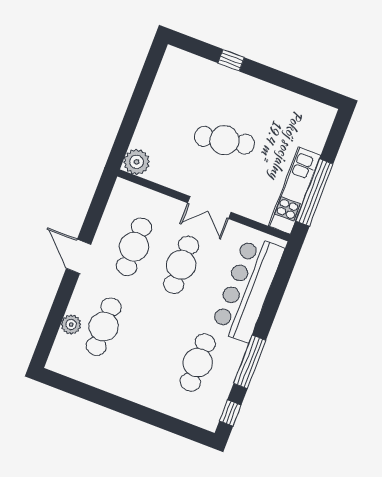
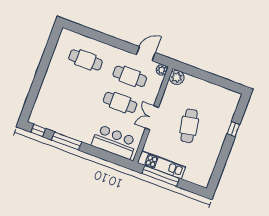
door: (79, 256) -> (146, 54), moved
bar counter: (248, 288) -> (114, 142), width x0.73
plant: (71, 324) -> (162, 70), moved
cafe table: (198, 363) -> (66, 112), removed

